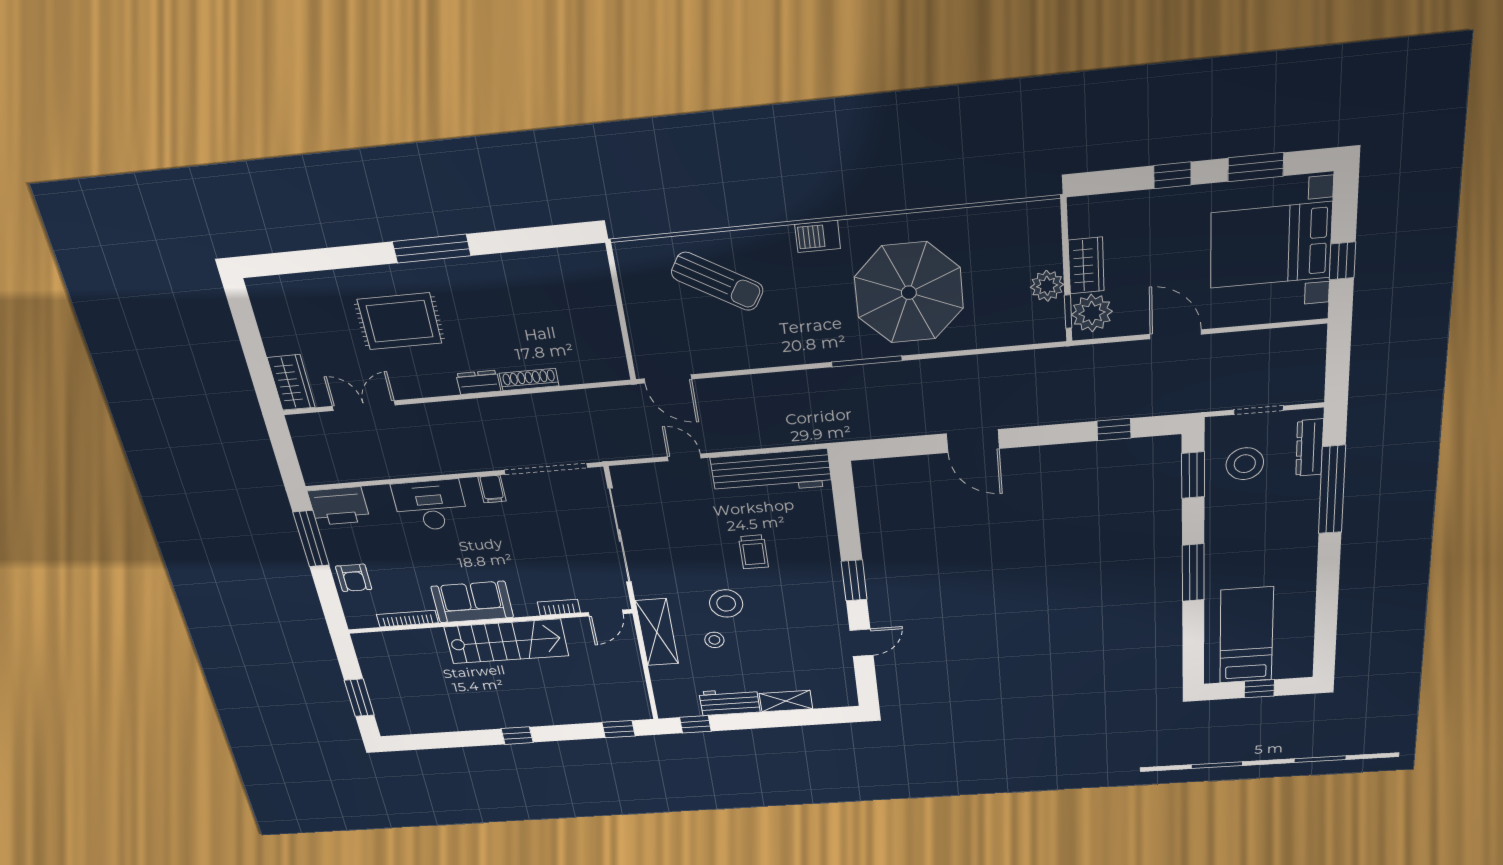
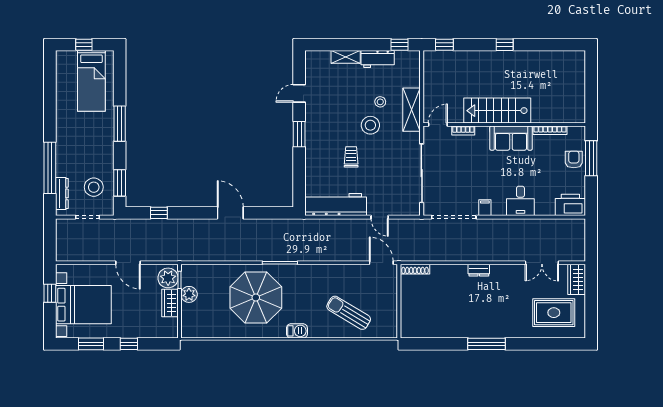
rug: (400, 321) -> (554, 313), moved
shoe rack: (529, 380) -> (415, 269), moved
desk: (430, 505) -> (520, 201), width x0.73
window: (311, 539) -> (591, 158), moved
window: (359, 698) -> (591, 79), removed

